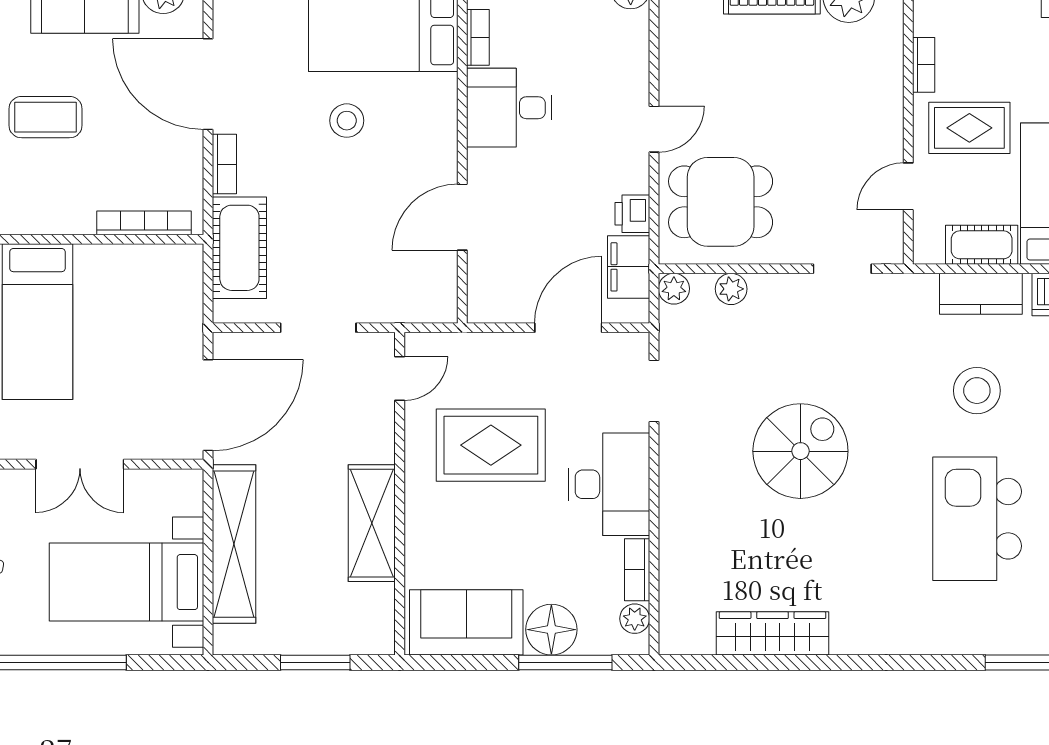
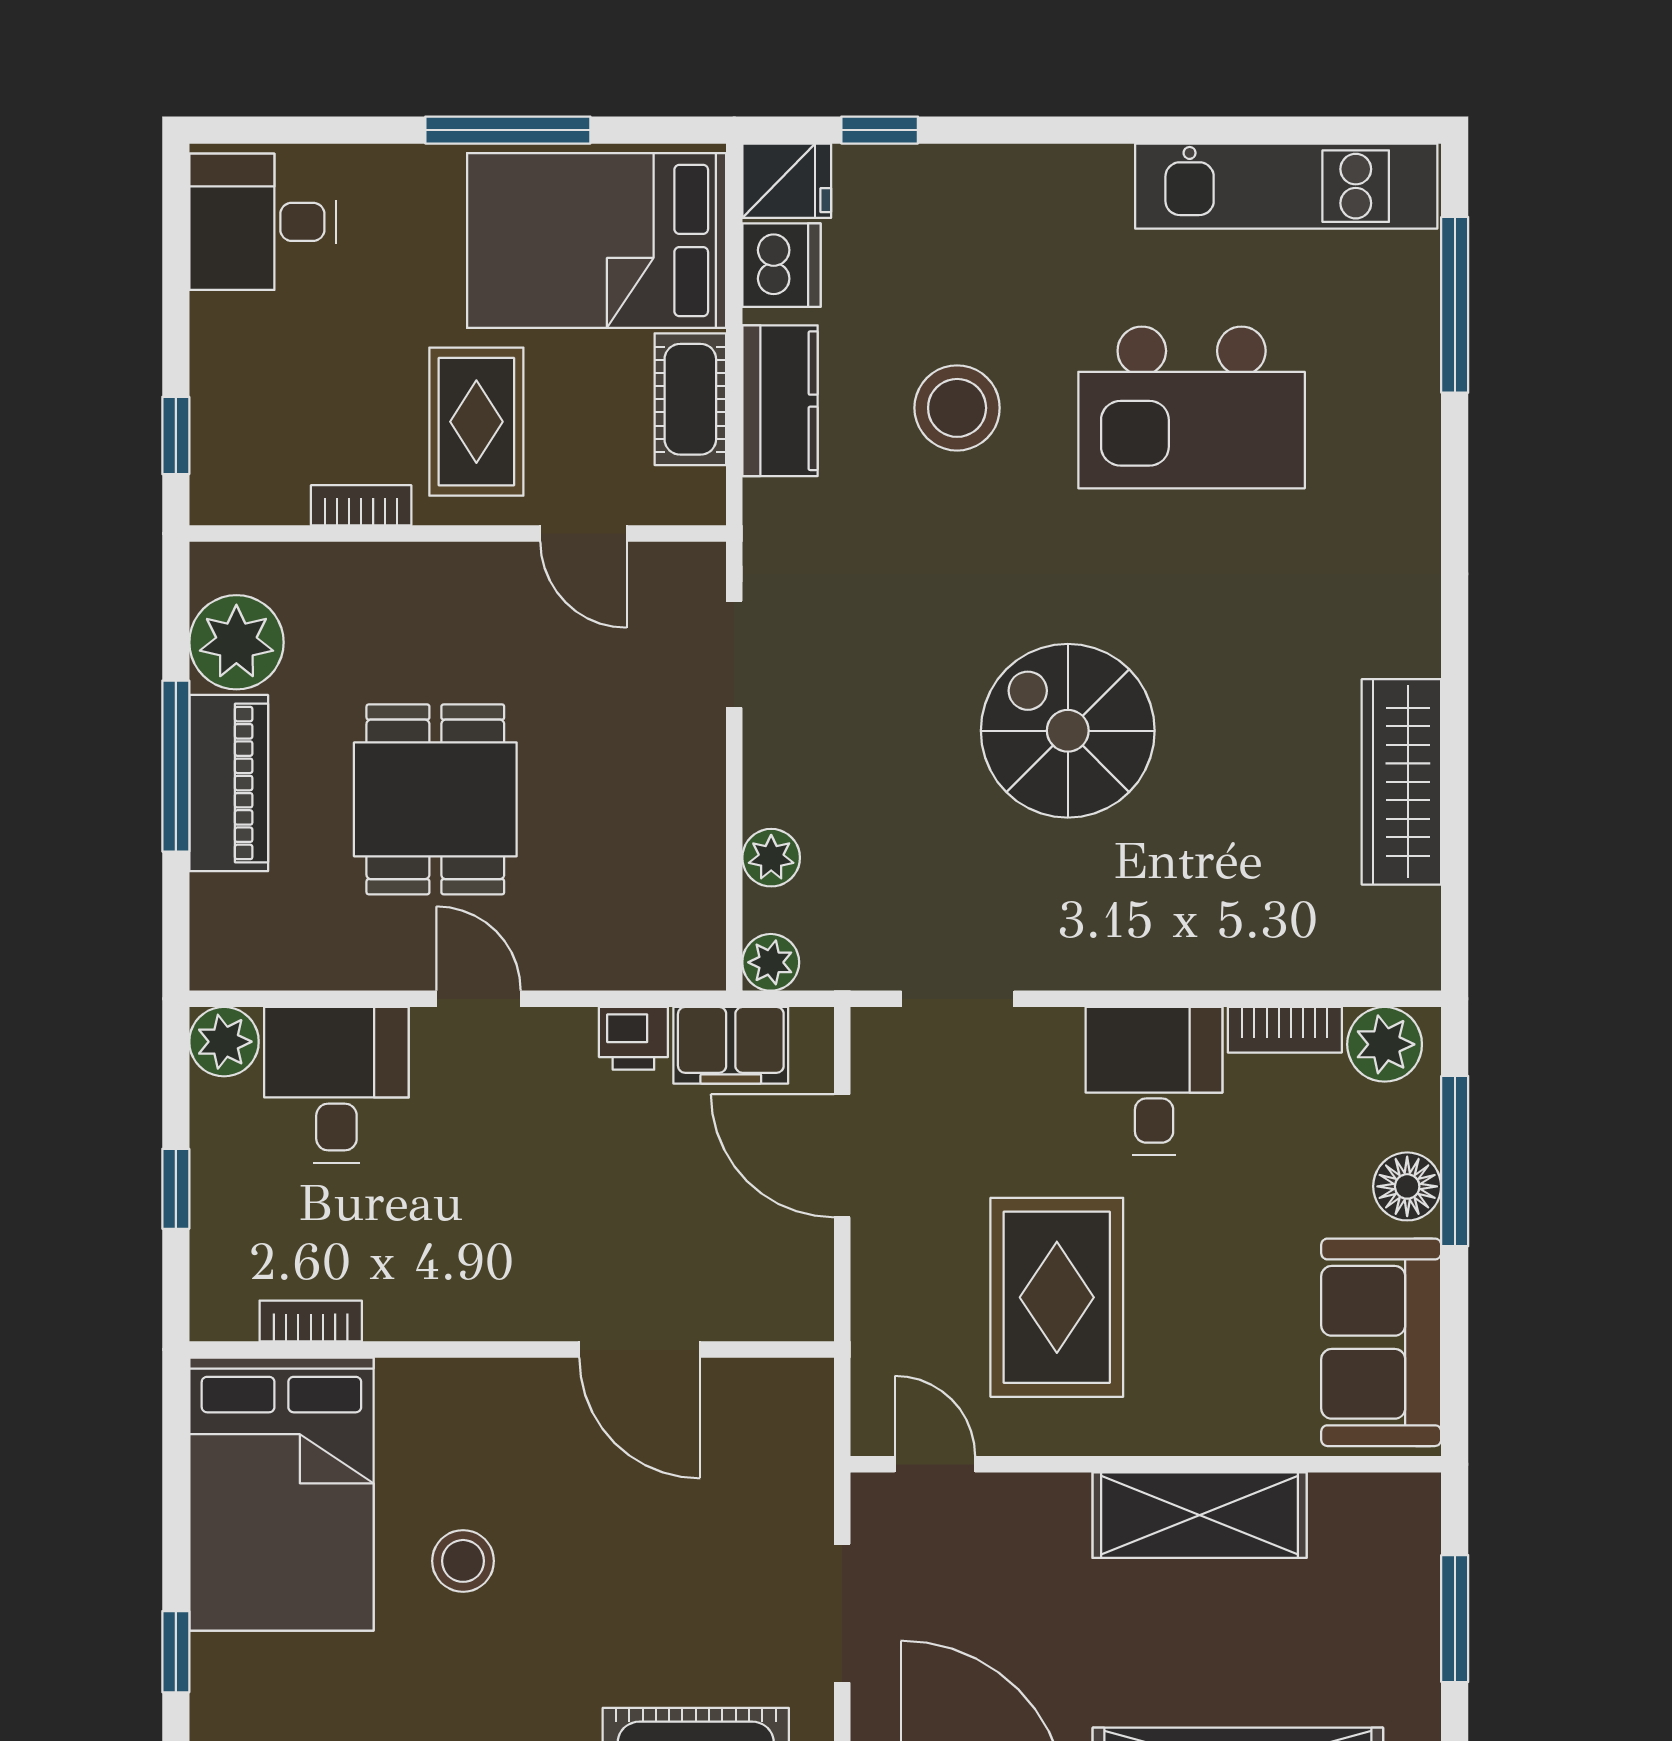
desk: (509, 108) -> (336, 1085), moved, turned 180
dining table: (721, 202) -> (435, 799), moved
desk: (609, 484) -> (1154, 1081), width x0.73
plant: (635, 619) -> (1385, 1044), width x1.38, depth x1.38
floor lamp: (551, 630) -> (1407, 1186), width x0.73, depth x0.73

